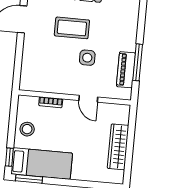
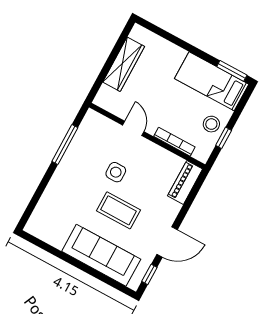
piano: (126, 70) -> (185, 182), moved, turned 180
bookcase: (51, 102) -> (174, 142), width x1.56
window: (9, 157) -> (224, 138), moved

